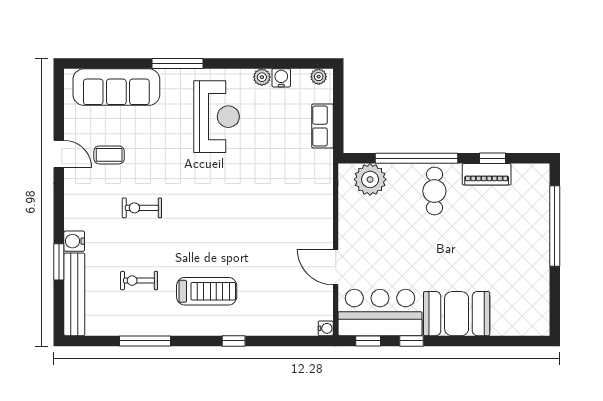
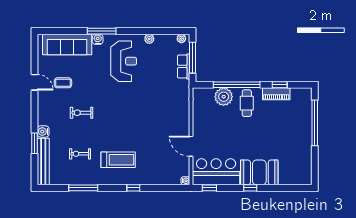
water cooler: (281, 78) -> (98, 39), moved
window: (338, 110) -> (192, 58), added
plant: (370, 179) -> (224, 97), moved
window: (411, 341) -> (250, 188), moved

